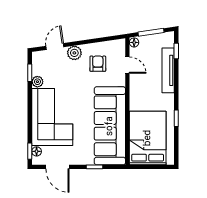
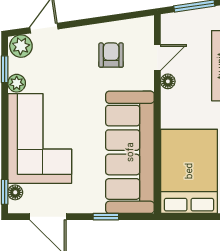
floor lamp: (134, 42) -> (168, 81), moved
plant: (74, 53) -> (21, 46), moved
door: (127, 65) -> (157, 57), hinge flipped

